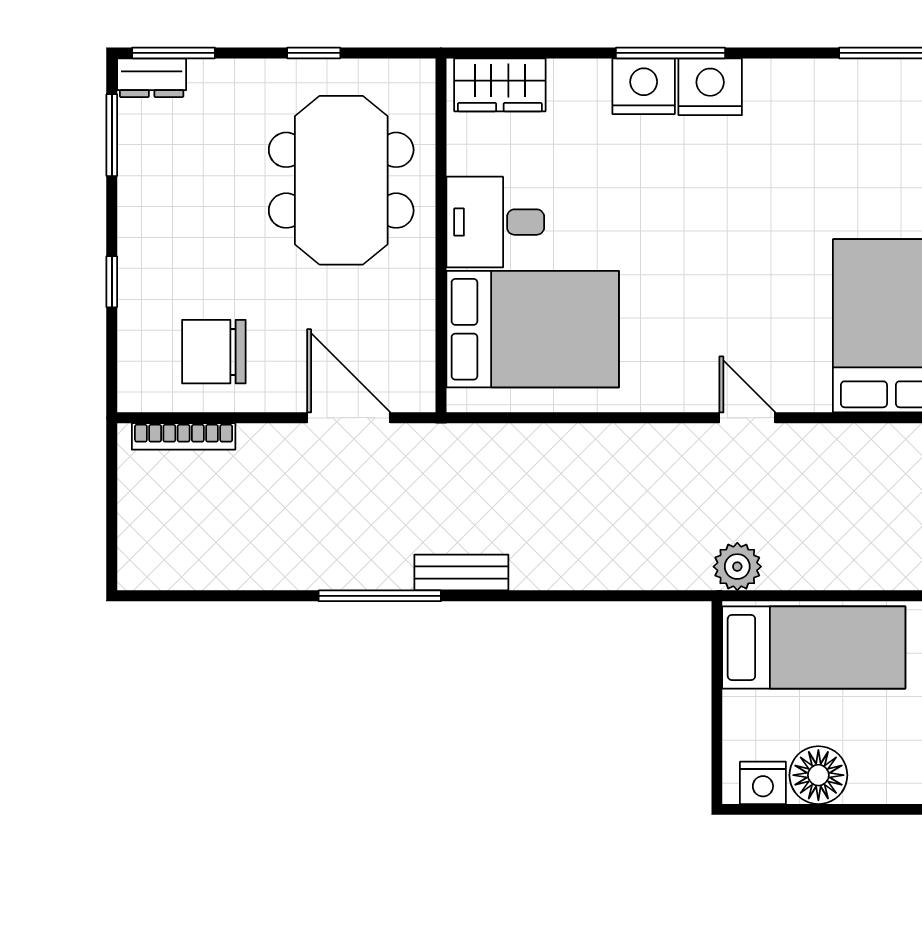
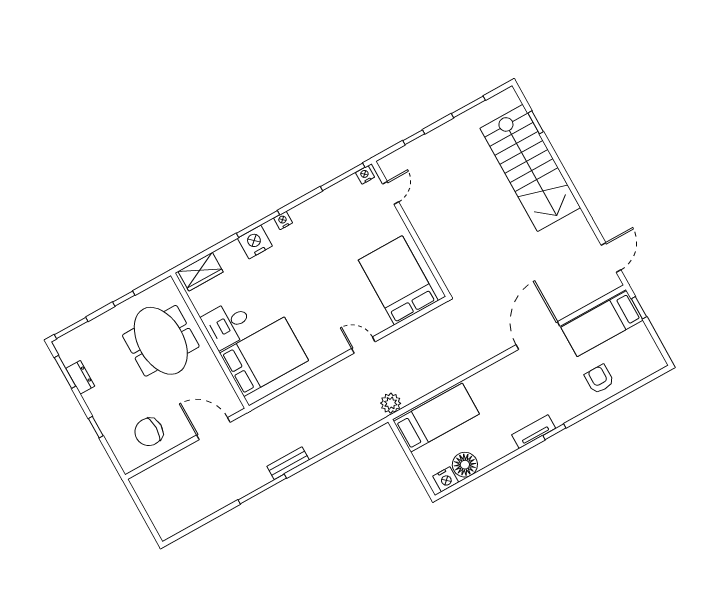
dresser: (152, 78) -> (80, 377), moved, turned -90
nightstand: (710, 87) -> (283, 221), width x0.53, depth x0.56
bookcase: (184, 436) -> (155, 470), removed

